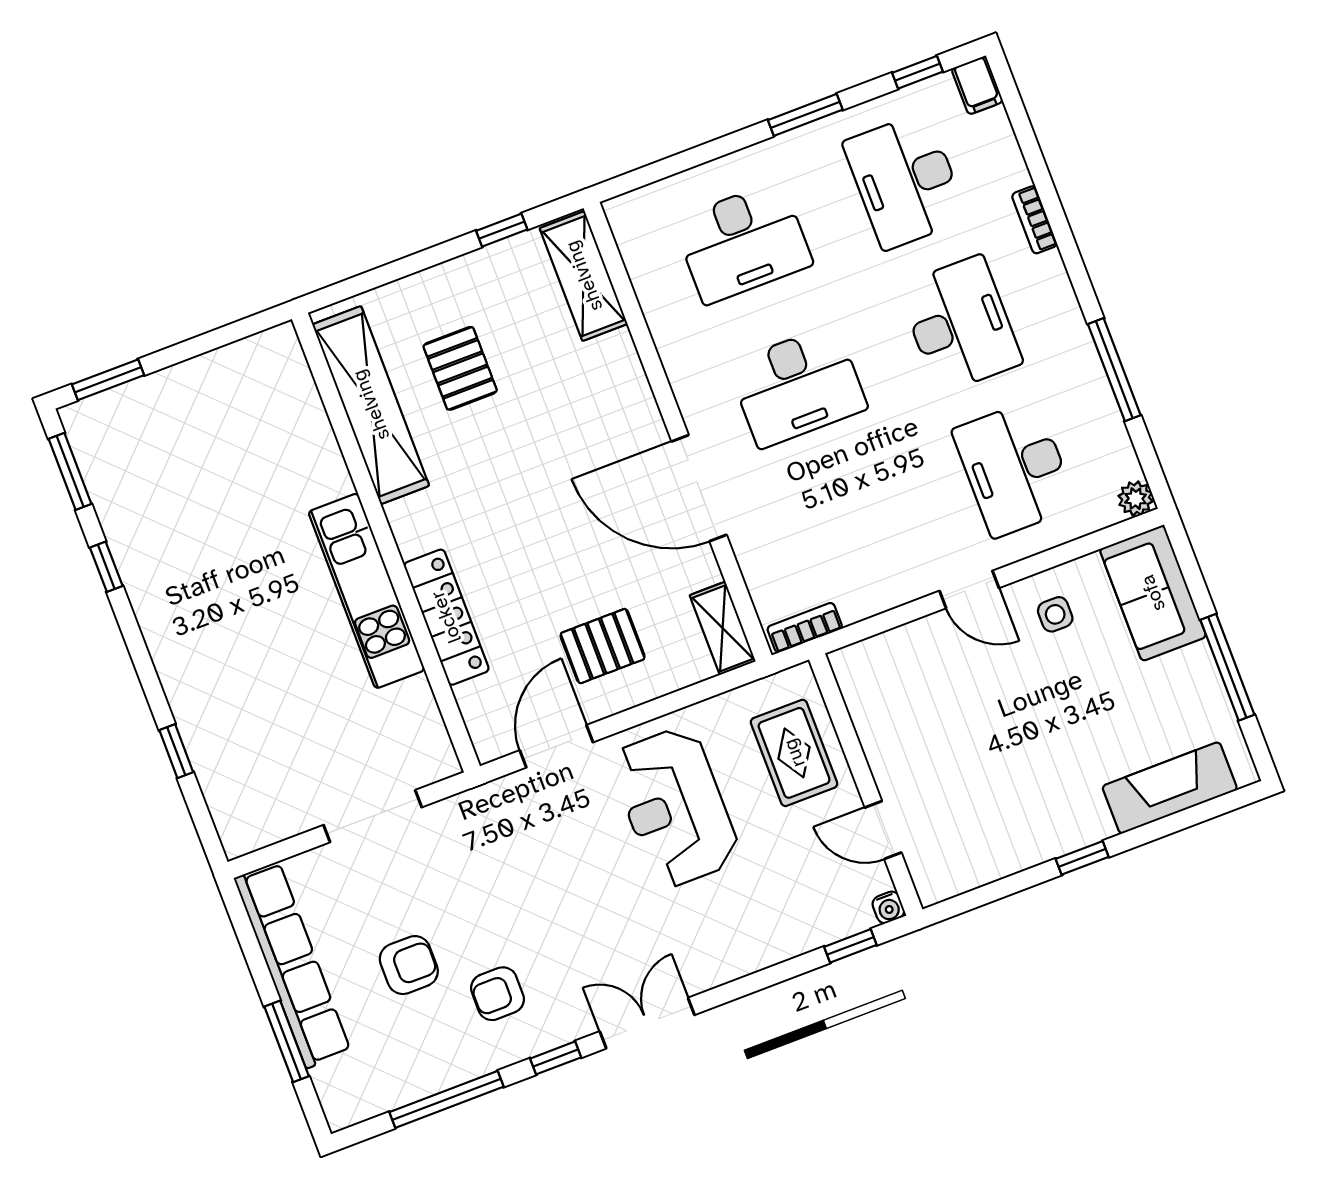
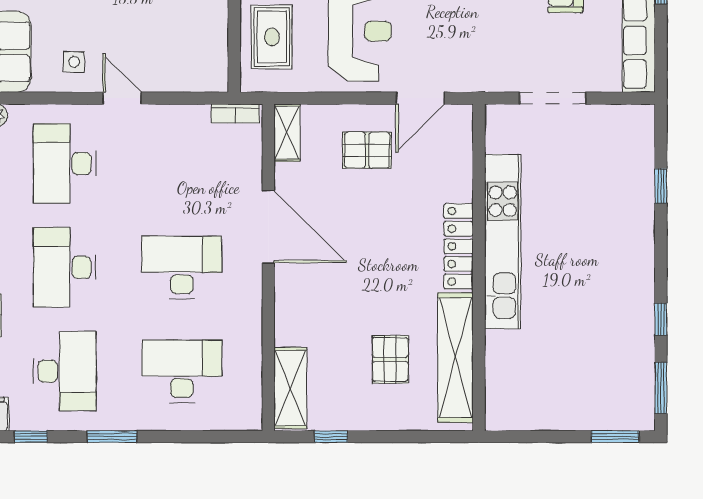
desk: (1015, 468) -> (65, 164), turned 180
kitchen unit: (367, 591) -> (503, 242), width x1.36
locker: (446, 617) -> (459, 246), moved

